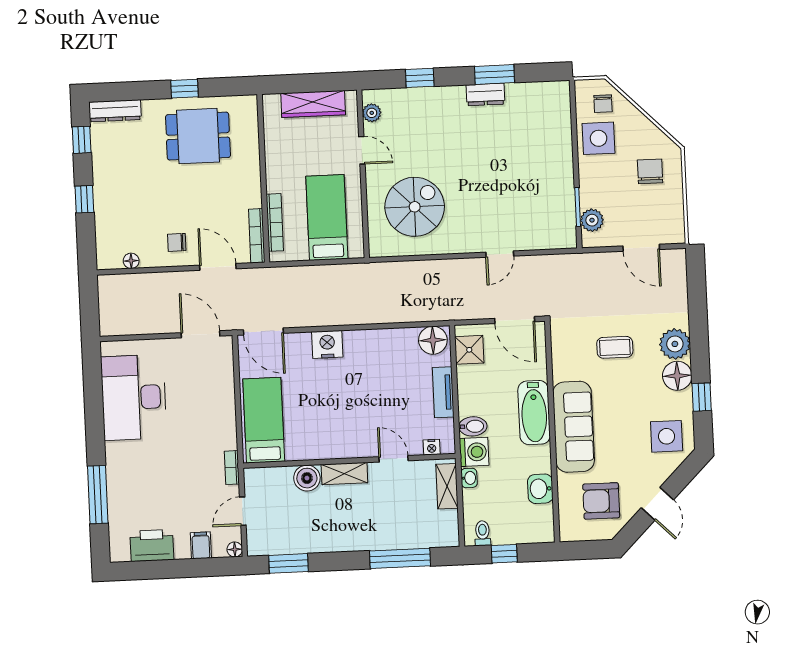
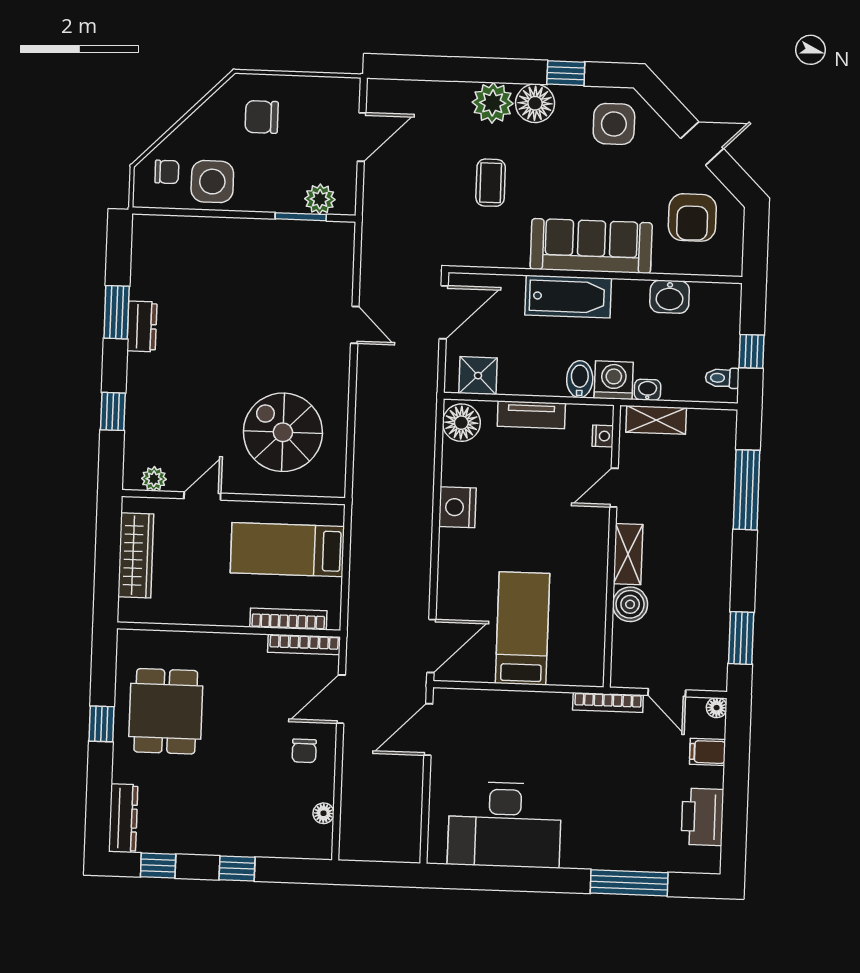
nightstand: (327, 344) -> (457, 507), moved
bed: (264, 420) -> (523, 628), moved, turned 90
bookcase: (232, 468) -> (608, 702), width x1.56

